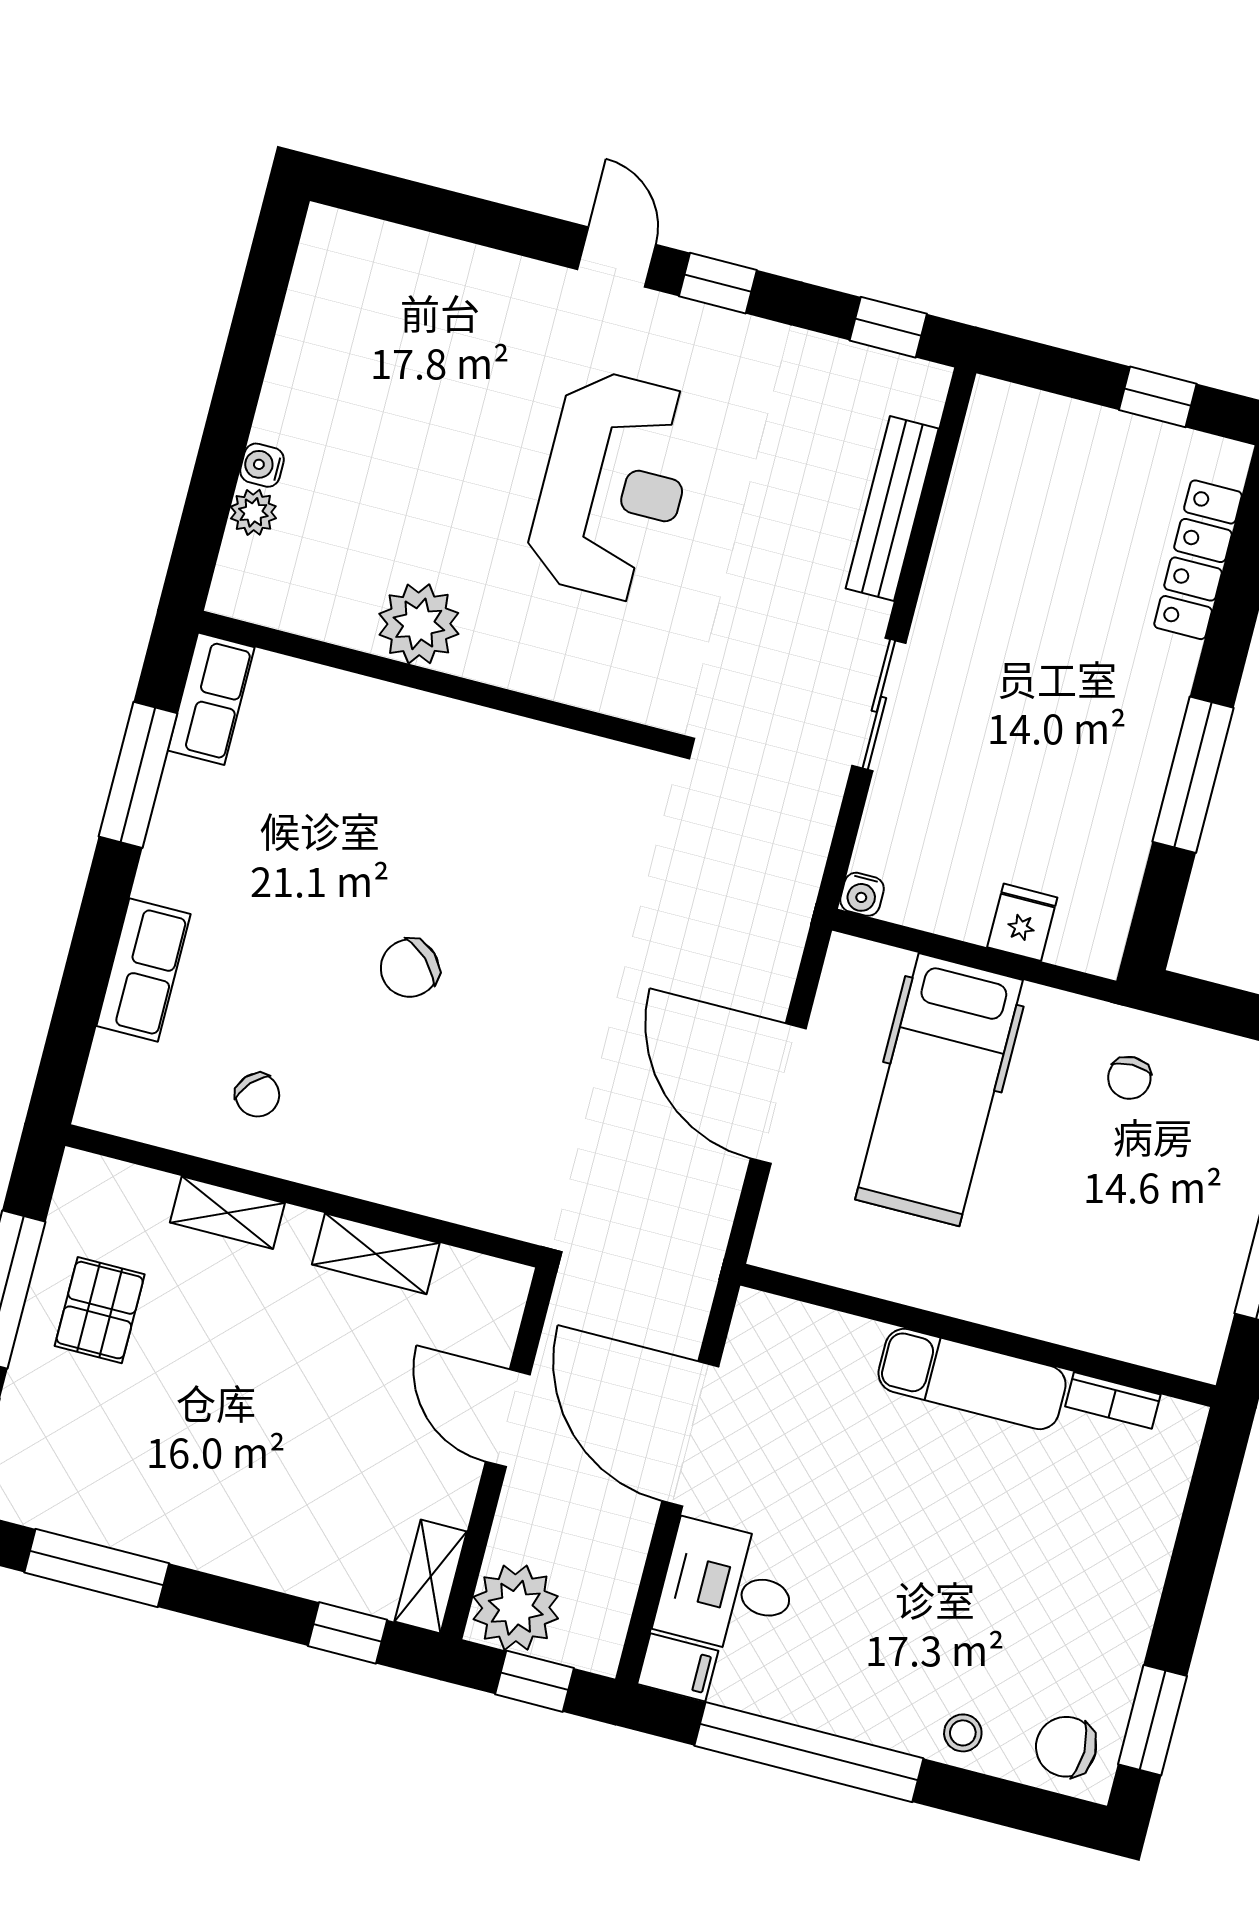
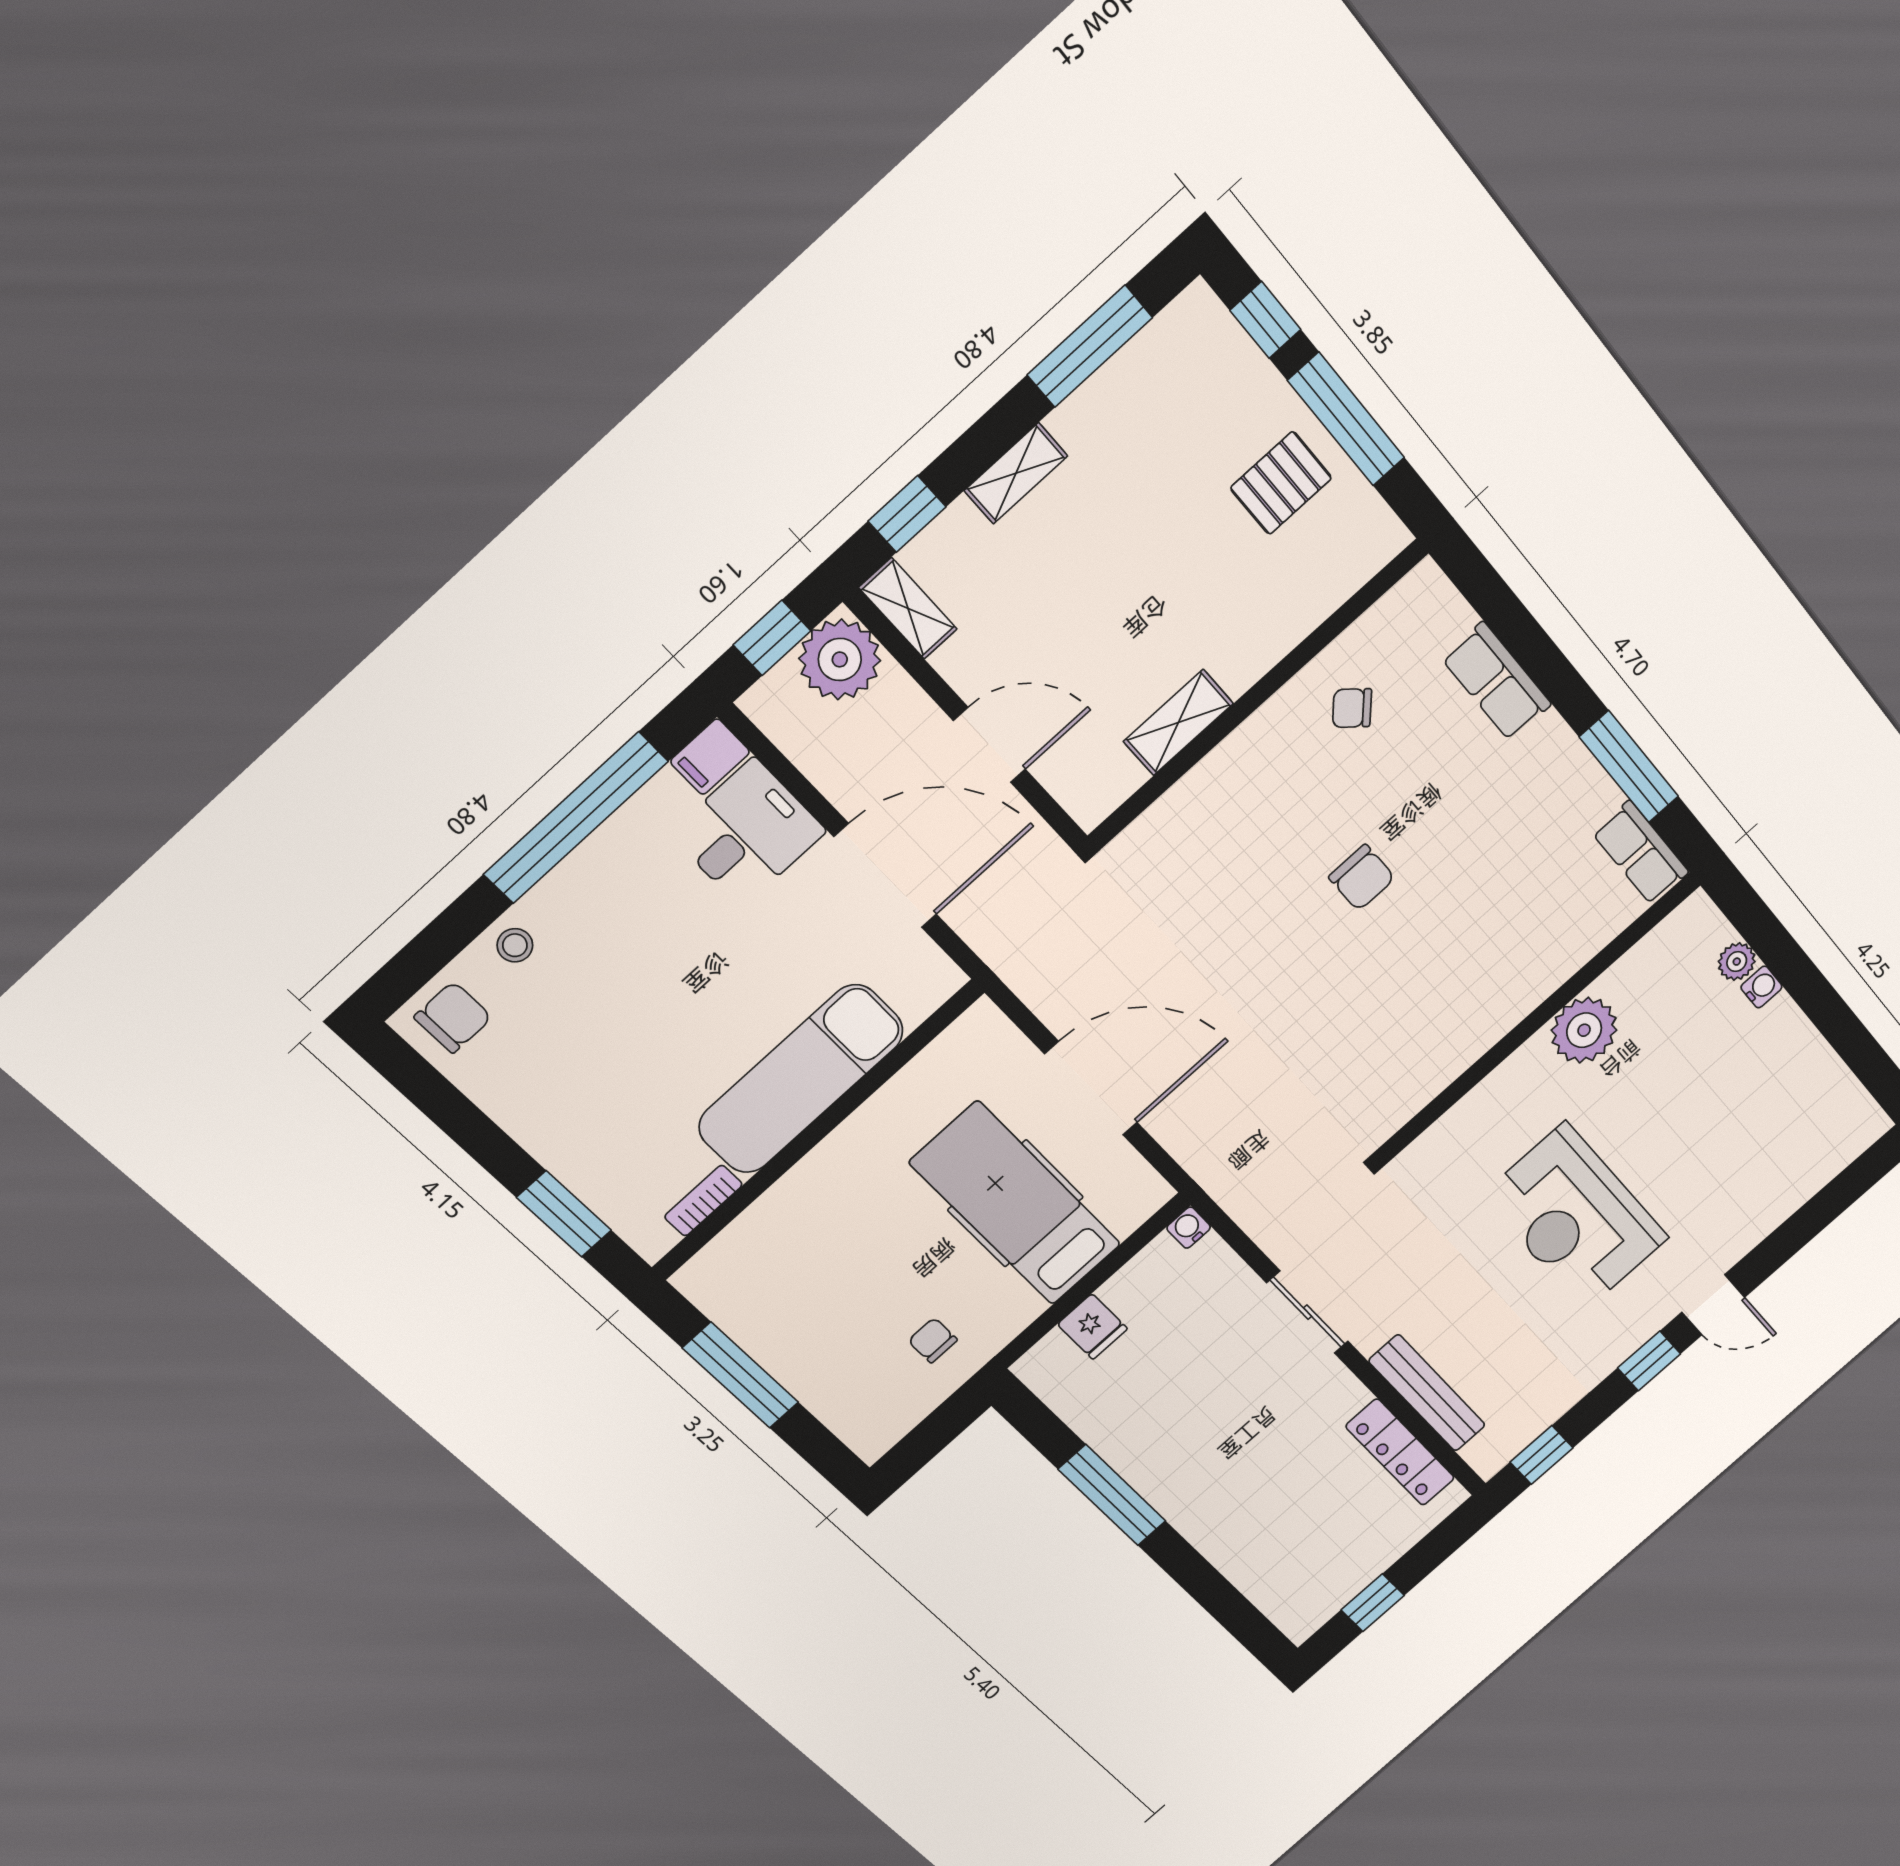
locker: (1198, 560) -> (1400, 1452), moved, turned 180
chair: (410, 968) -> (1362, 878), turned 136
shelving: (227, 1213) -> (1016, 473), moved
pallet: (100, 1310) -> (1281, 483), turned 90
exam couch: (972, 1379) -> (801, 1079), width x1.36, depth x1.45
window: (1152, 1720) -> (564, 1214), moved

